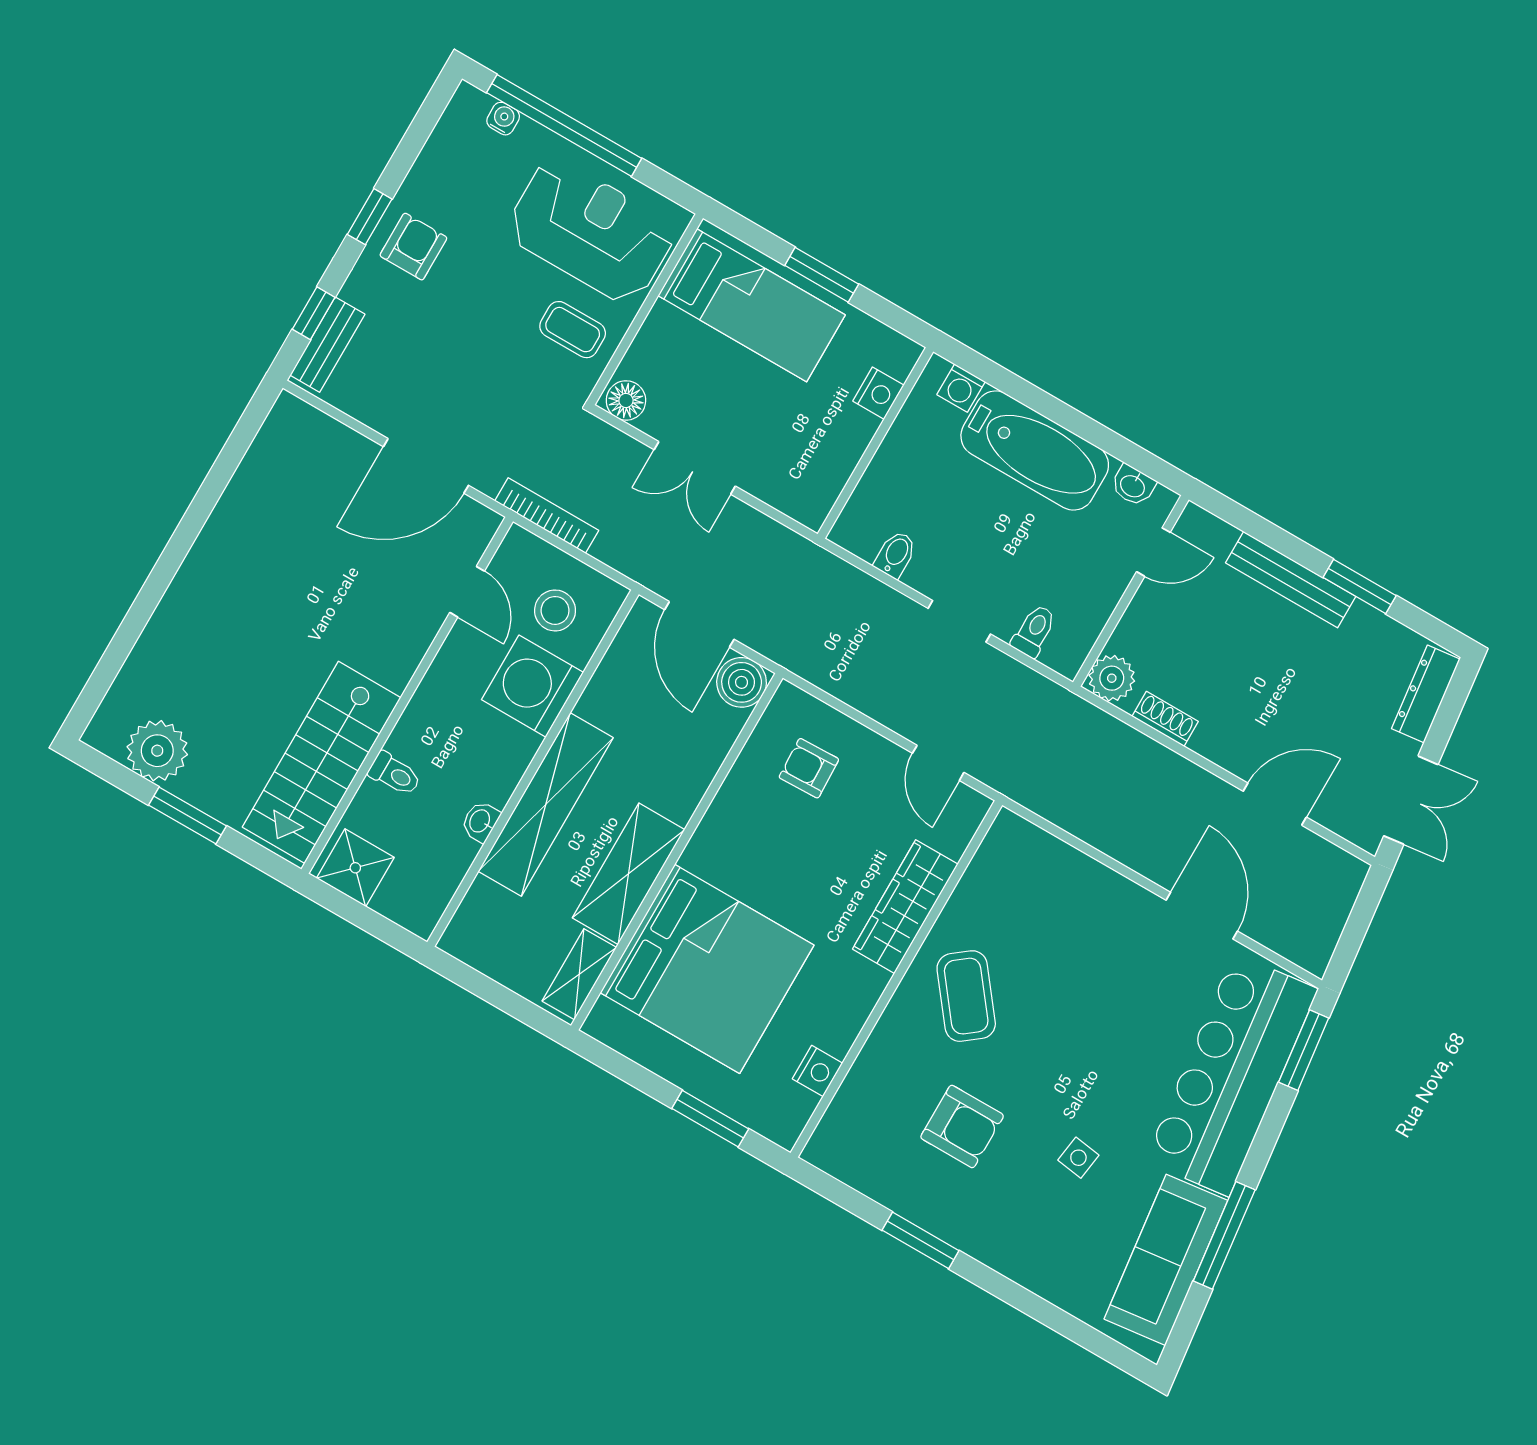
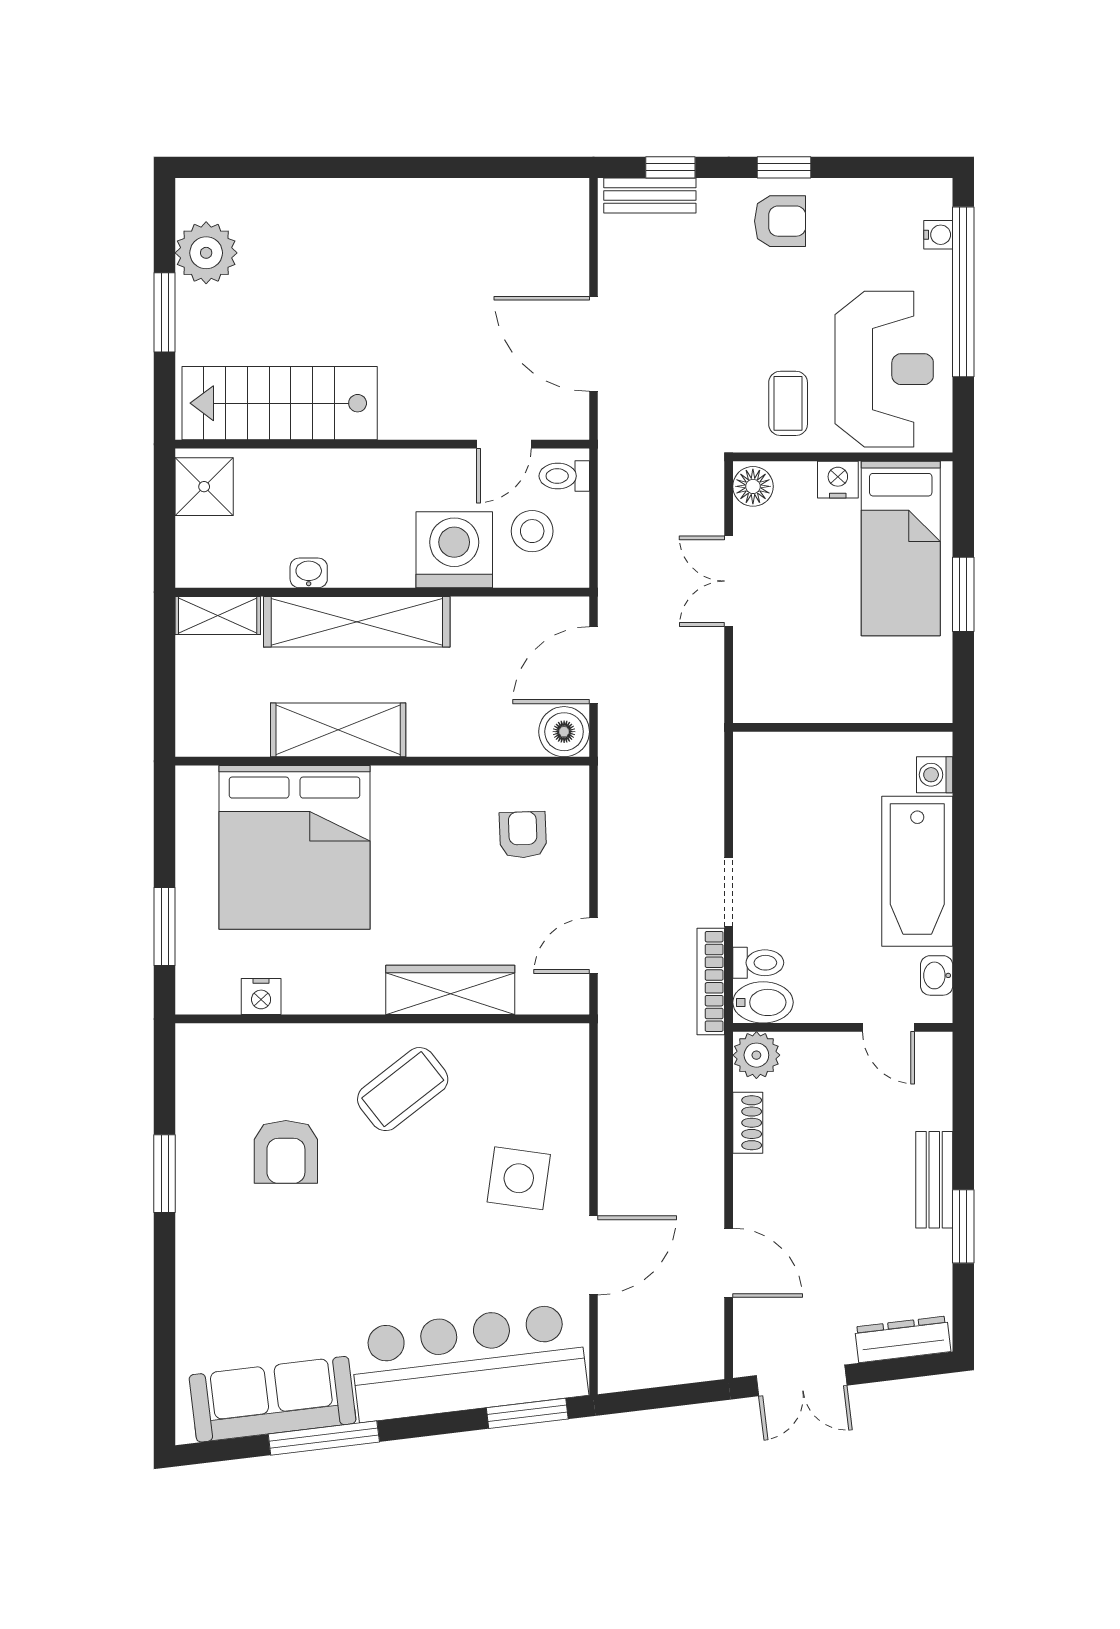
nightstand: (878, 393) -> (838, 480), moved, turned 180
bookcase: (547, 516) -> (711, 981), moved, turned 180
bidet: (896, 554) -> (763, 1002), moved, width x1.38, depth x1.36
bench: (1291, 580) -> (934, 1180), width x0.73
toilet: (395, 774) -> (564, 476), moved, turned 90
shelving: (579, 974) -> (218, 615), moved
side table: (1078, 1158) -> (519, 1178), moved, width x1.87, depth x1.87

